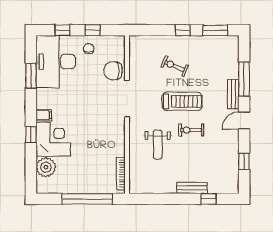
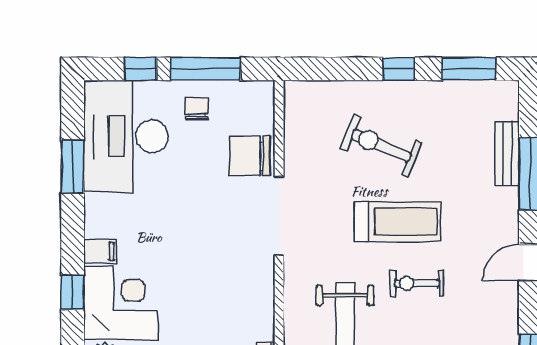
window: (93, 30) -> (205, 69), width x2.17
exercise bike: (175, 66) -> (381, 146), width x1.38, depth x1.39
bench: (233, 94) -> (507, 154), moved

